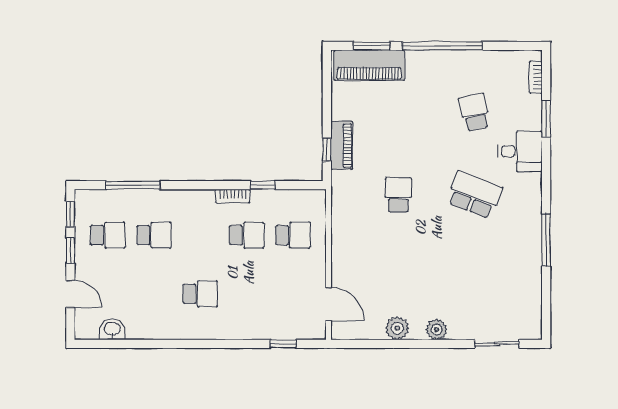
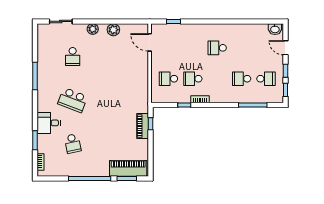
school desk: (398, 195) -> (73, 56), moved
school desk: (108, 235) -> (266, 79), turned 180
washbasin: (112, 329) -> (275, 29), moved

